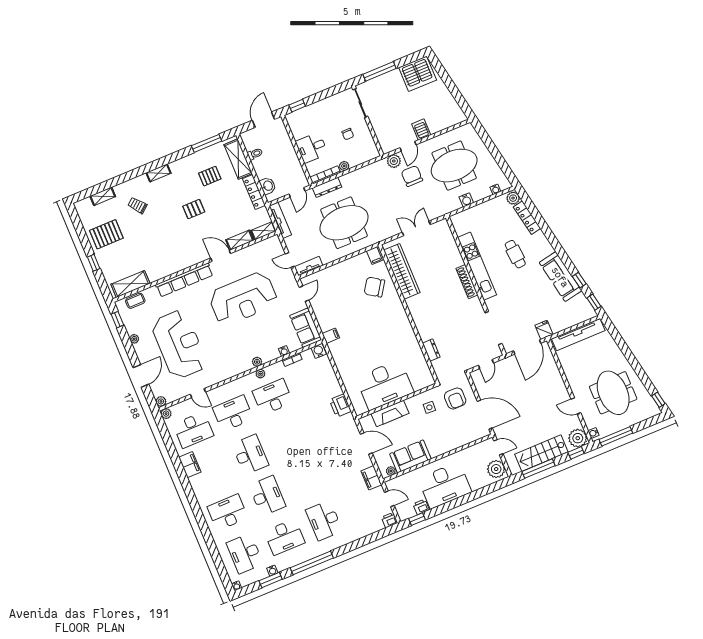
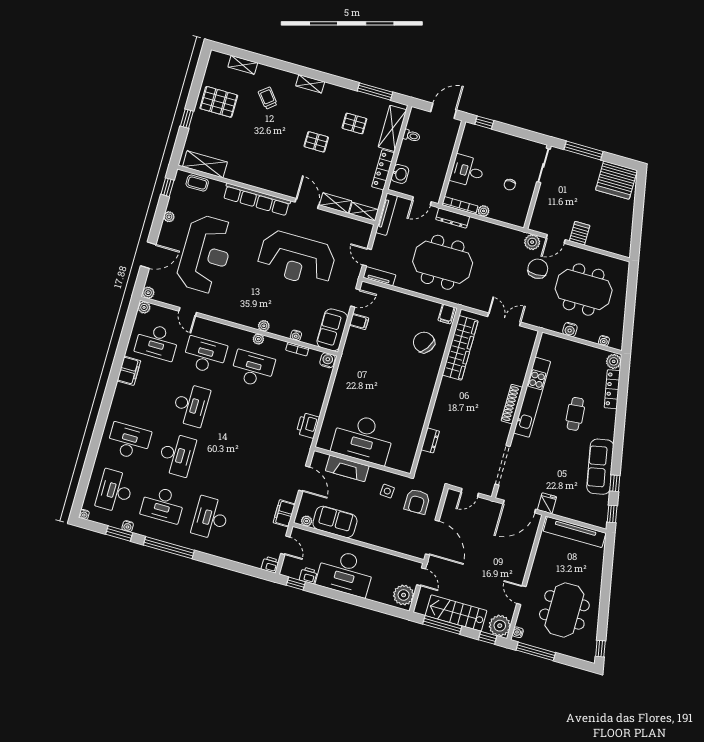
filing cabinet: (331, 336) -> (359, 322), moved

